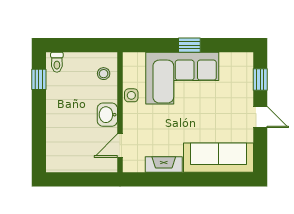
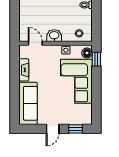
window: (189, 45) -> (96, 59), moved
floor lamp: (136, 61) -> (87, 53), added

